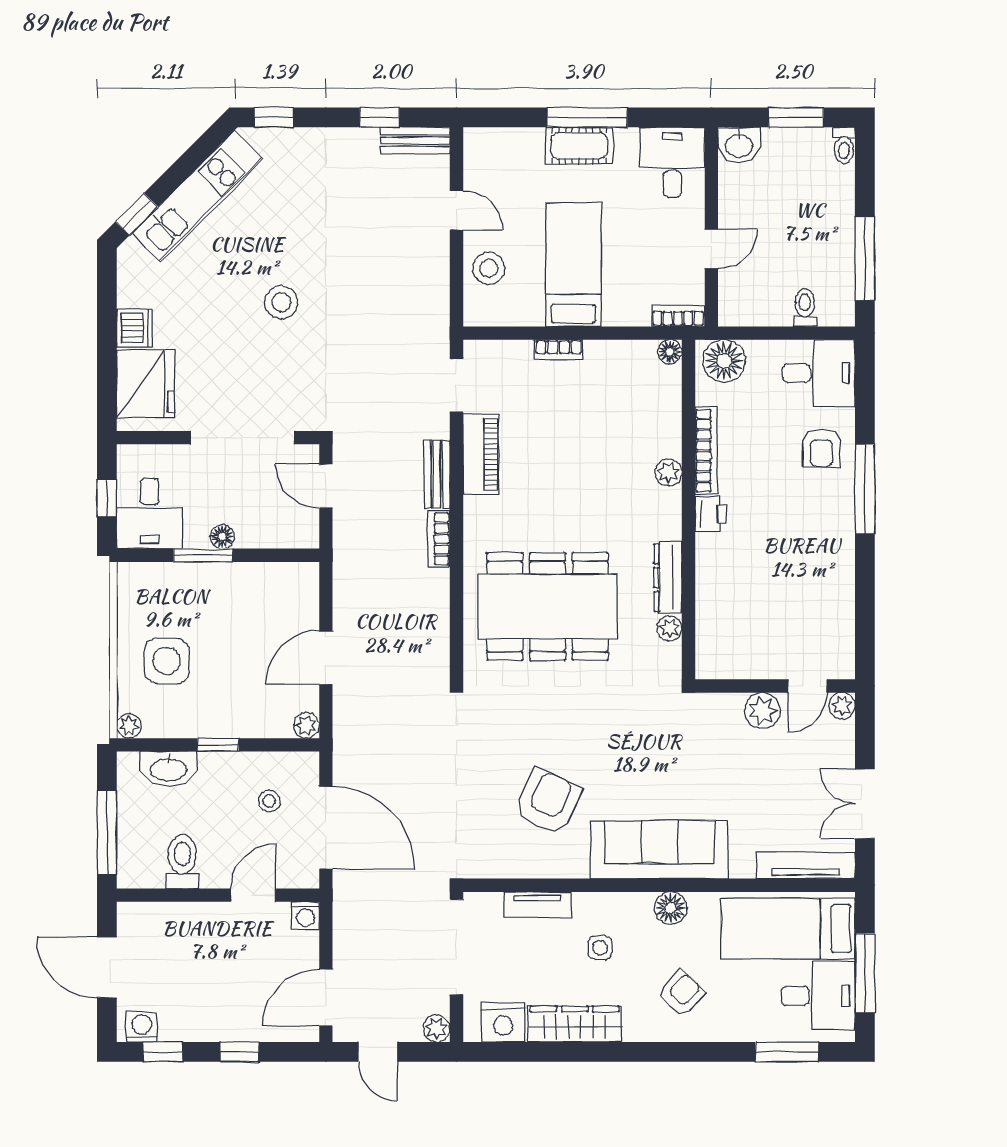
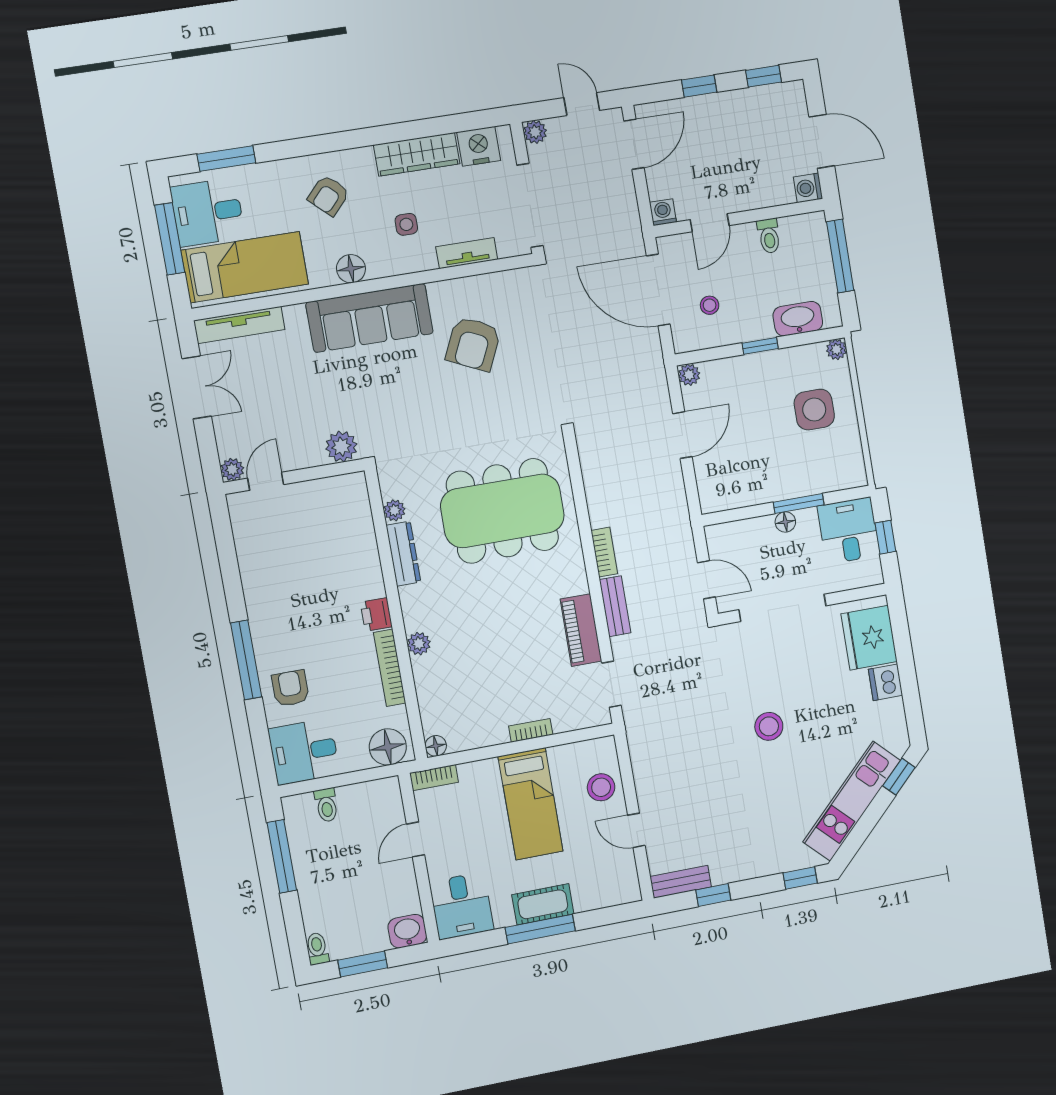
plant: (762, 711) -> (341, 447), moved
toilet: (182, 861) -> (769, 236), width x0.73, depth x0.72
washing machine: (142, 1027) -> (808, 188), moved, turned 90

